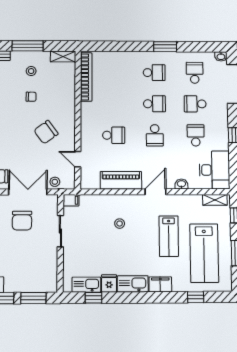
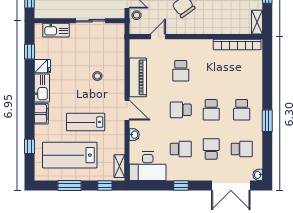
filing cabinet: (71, 200) -> (119, 31), removed
kitchen sink: (86, 285) -> (56, 30), moved, turned 90

